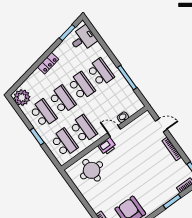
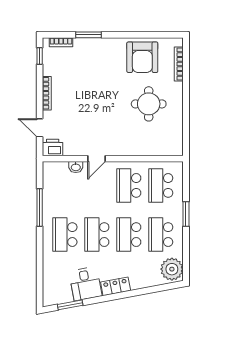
desk: (83, 39) -> (85, 284), moved, turned -101
door: (114, 131) -> (96, 159), hinge flipped
printer: (107, 146) -> (53, 147), moved
round table: (92, 170) -> (149, 104), moved

